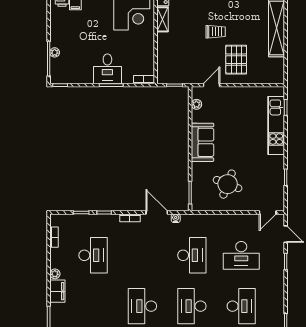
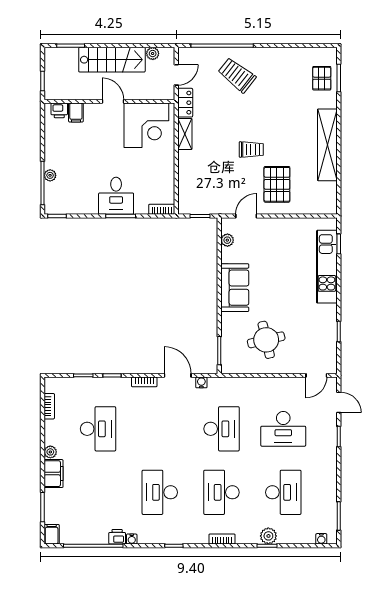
round table: (228, 184) -> (266, 340), turned -34

